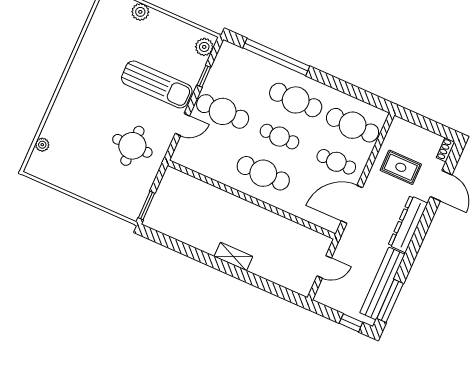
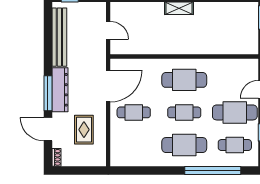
cafe table: (353, 125) -> (235, 145), moved, width x0.73, depth x0.74
rug: (401, 167) -> (84, 130), turned 90
door: (324, 267) -> (108, 30), swing flipped
window: (390, 301) -> (48, 93), moved

